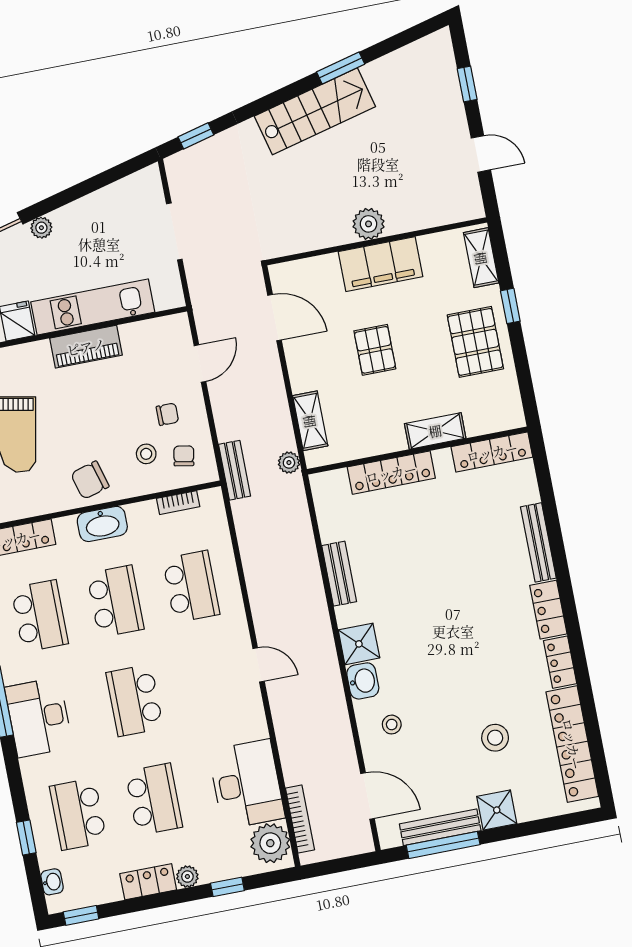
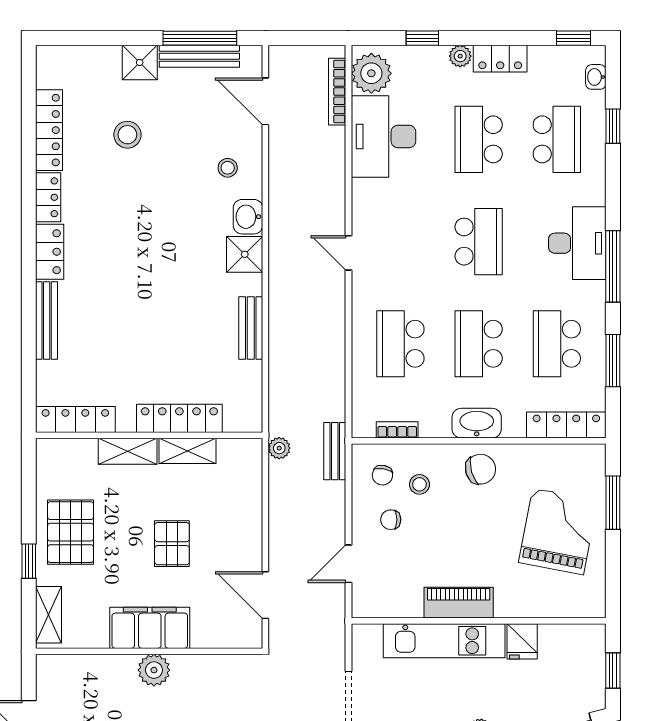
shelving: (310, 421) -> (187, 451), moved, turned 90
locker: (572, 744) -> (49, 130), width x0.71, depth x0.83

